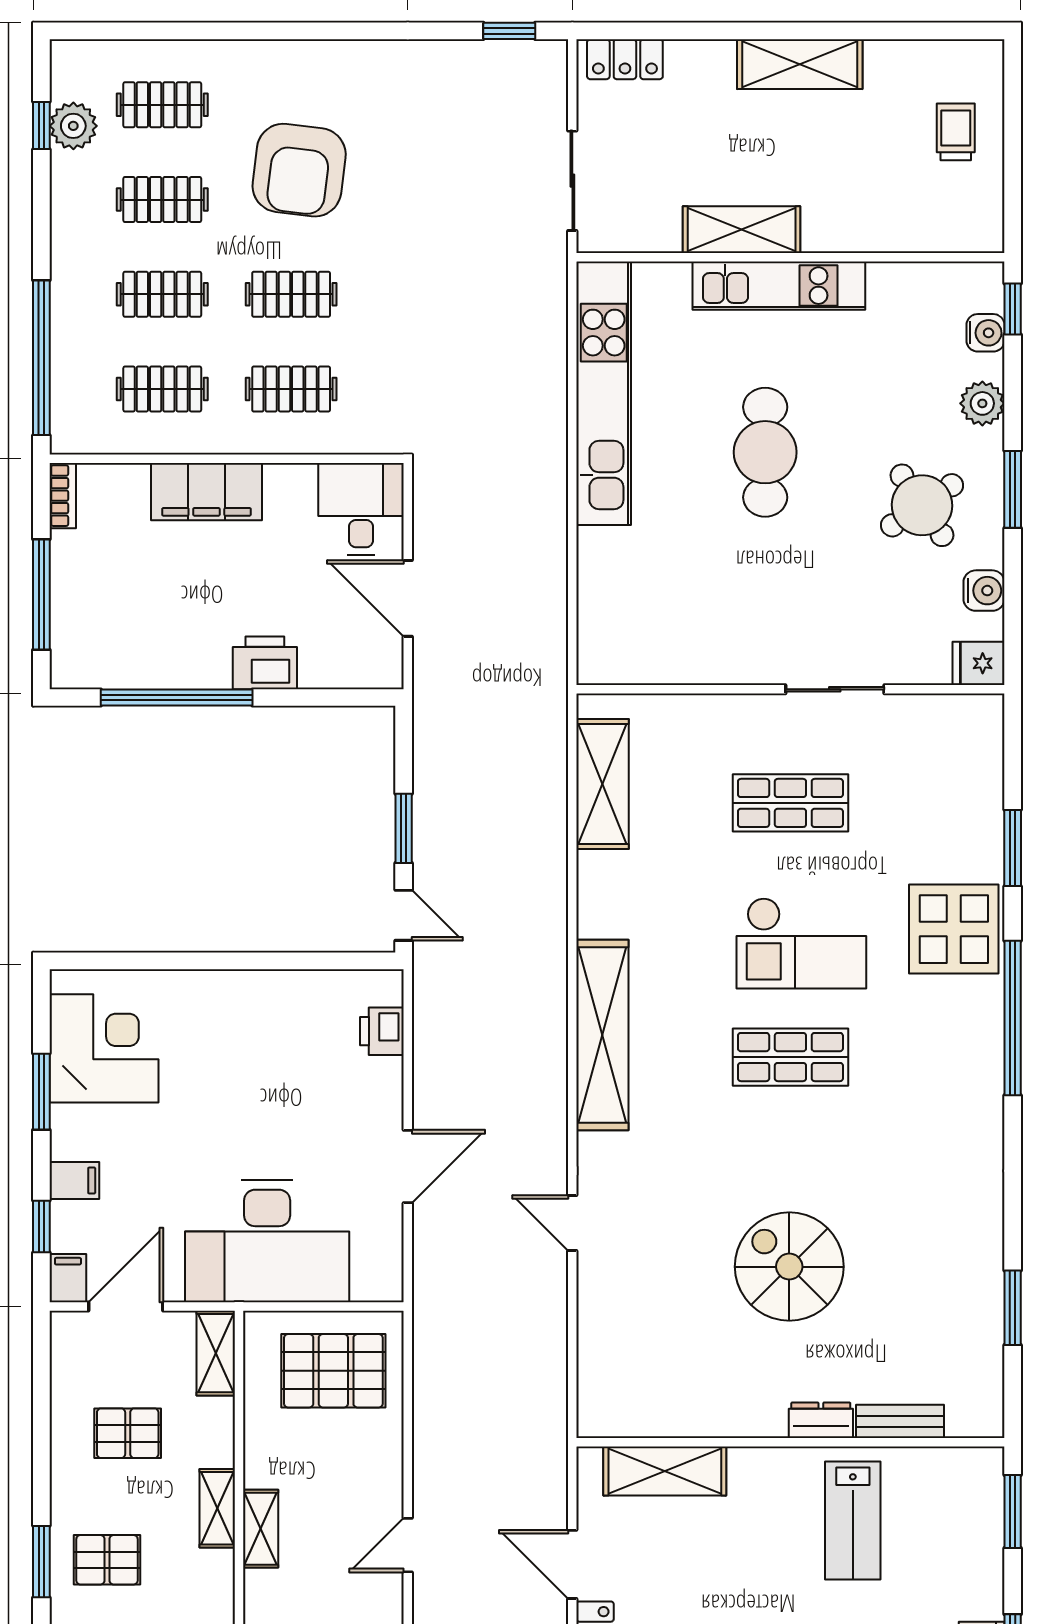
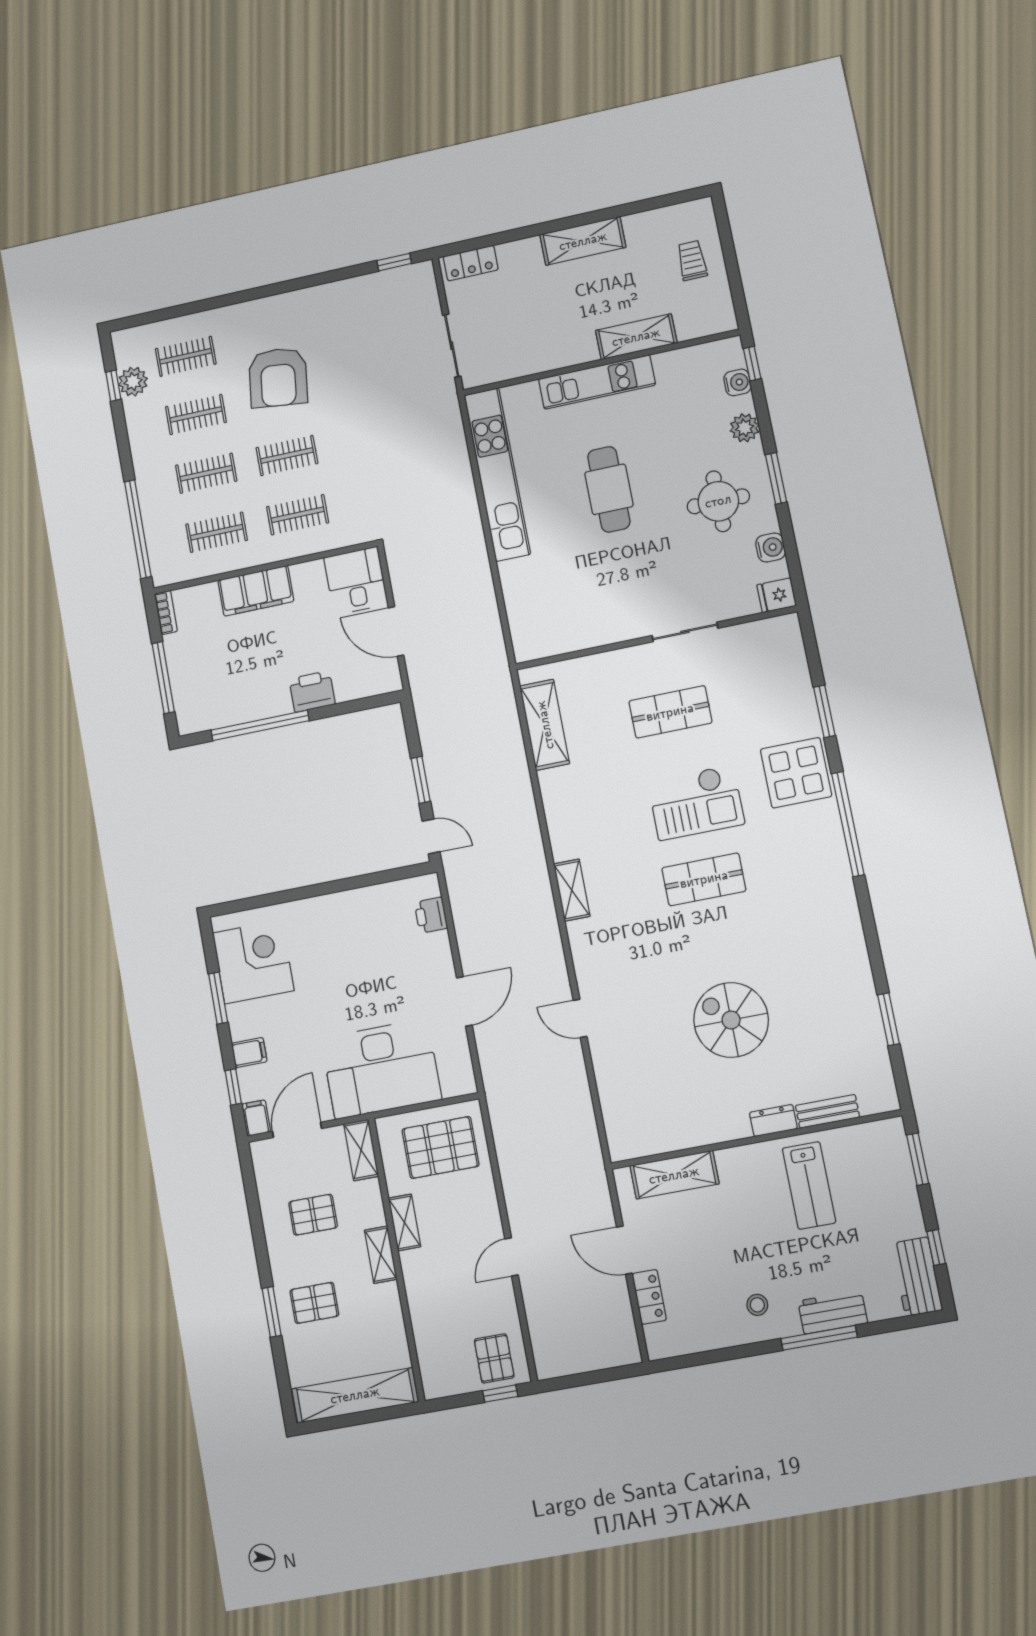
shelving: (742, 230) -> (636, 337), moved
round table: (922, 505) -> (718, 501), turned 34
shelving: (602, 1035) -> (572, 890), width x0.45, depth x0.75
shelving: (261, 1529) -> (404, 1222), moved

